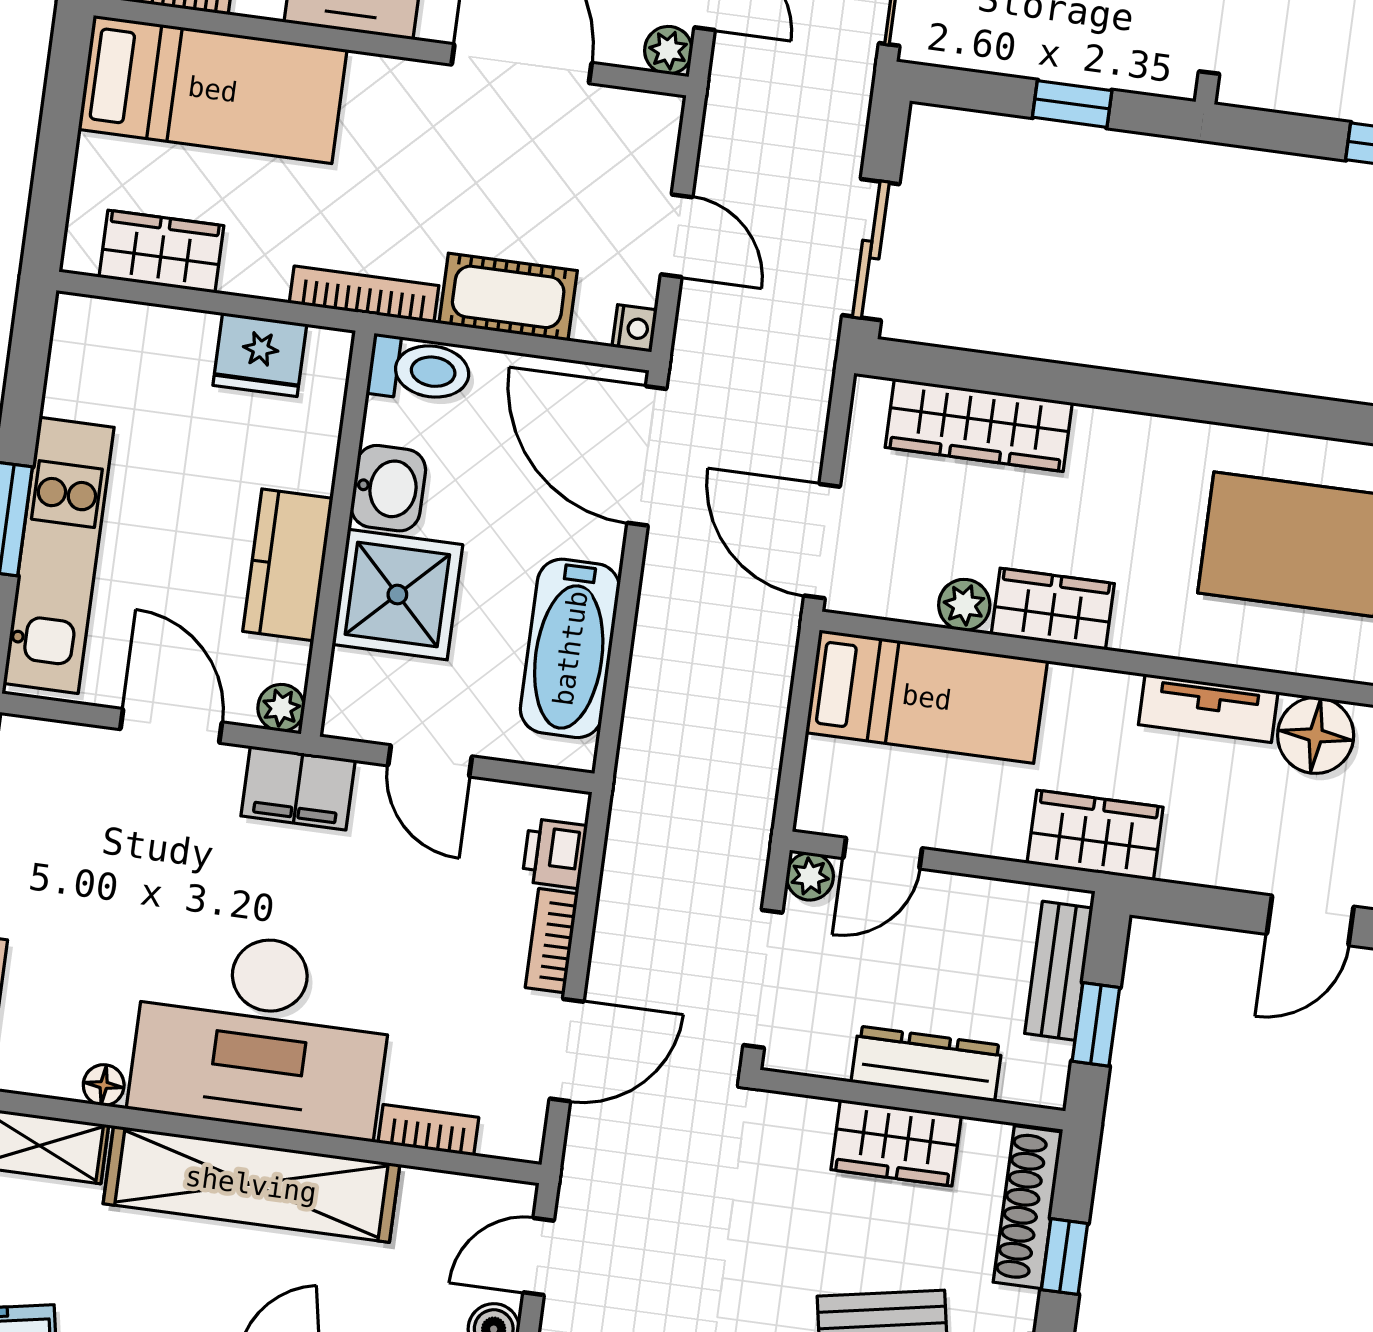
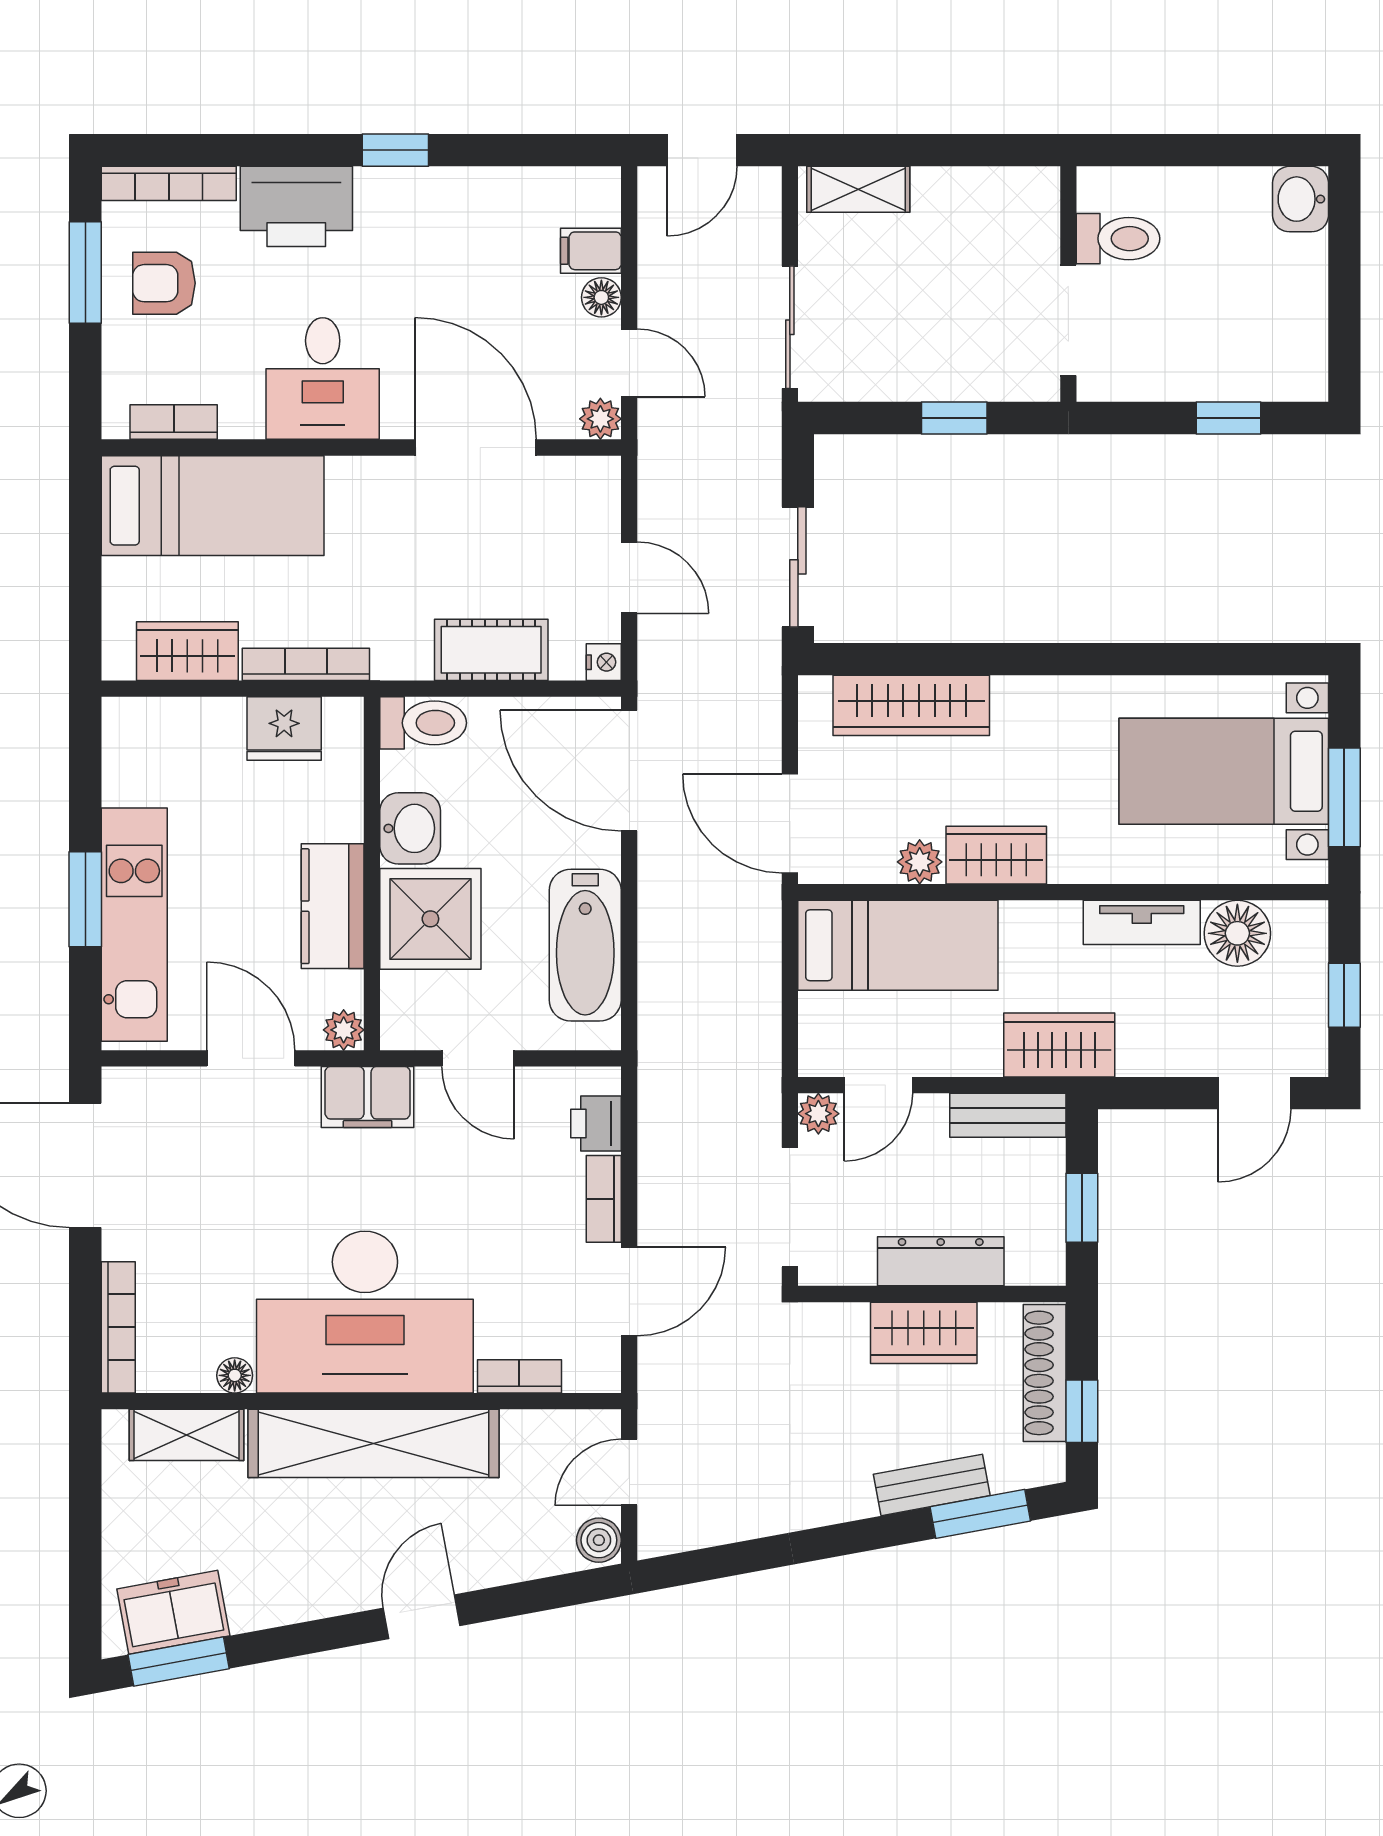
bookcase: (364, 294) -> (306, 664), moved
bench: (1059, 971) -> (1008, 1115), moved, turned 90

